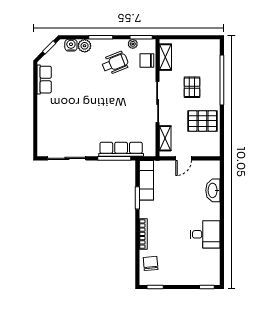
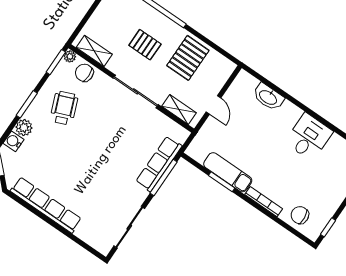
plant: (133, 44) -> (70, 56), moved
chair: (147, 61) -> (84, 73), turned 90
row of seats: (44, 80) -> (46, 205), width x2.02
exam couch: (146, 180) -> (228, 172), moved

